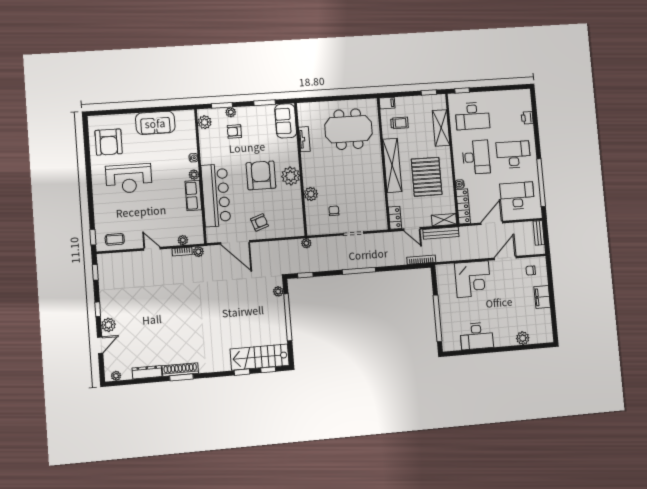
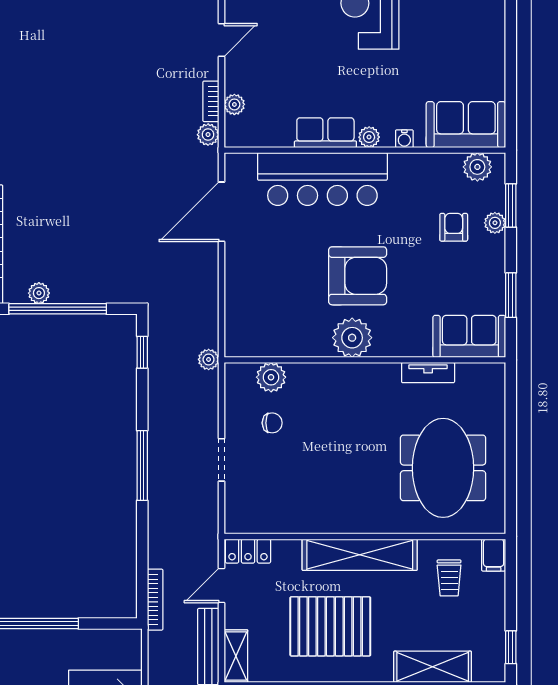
sofa: (155, 123) -> (466, 125), moved, turned 90
plant: (311, 194) -> (271, 377), moved
armchair: (259, 222) -> (259, 265), removed
plant: (278, 291) -> (39, 293), moved

